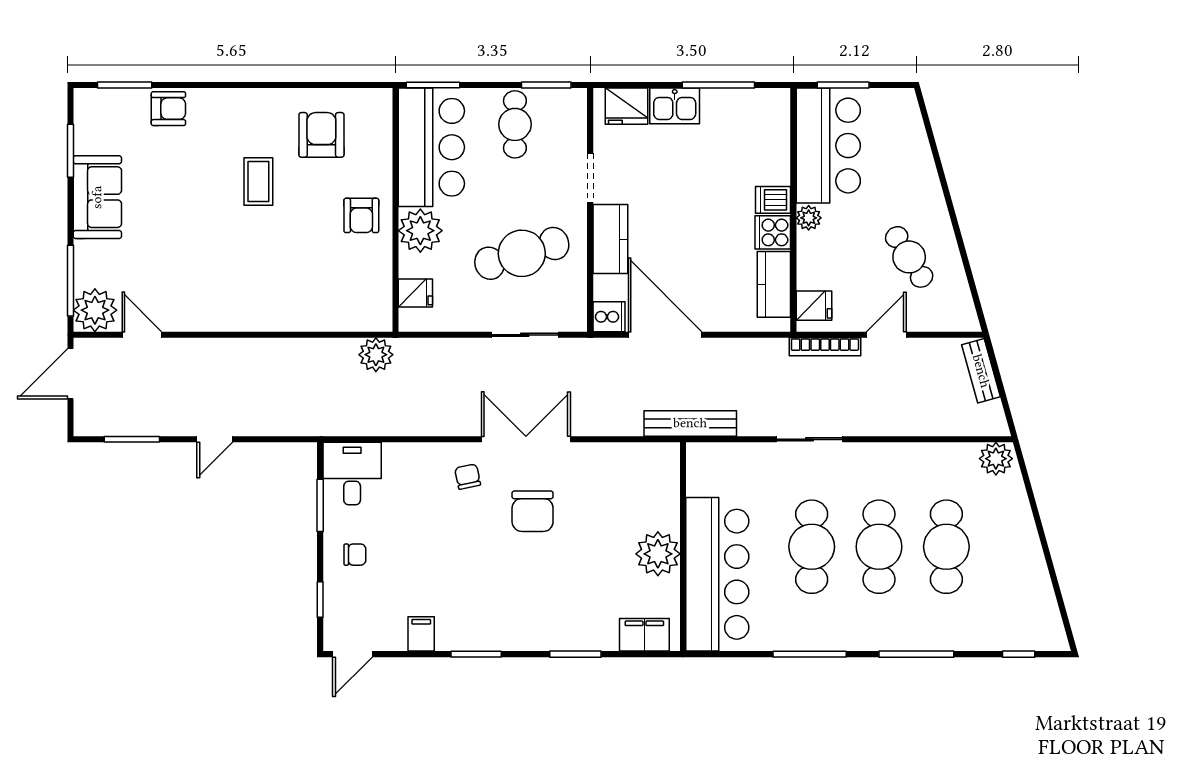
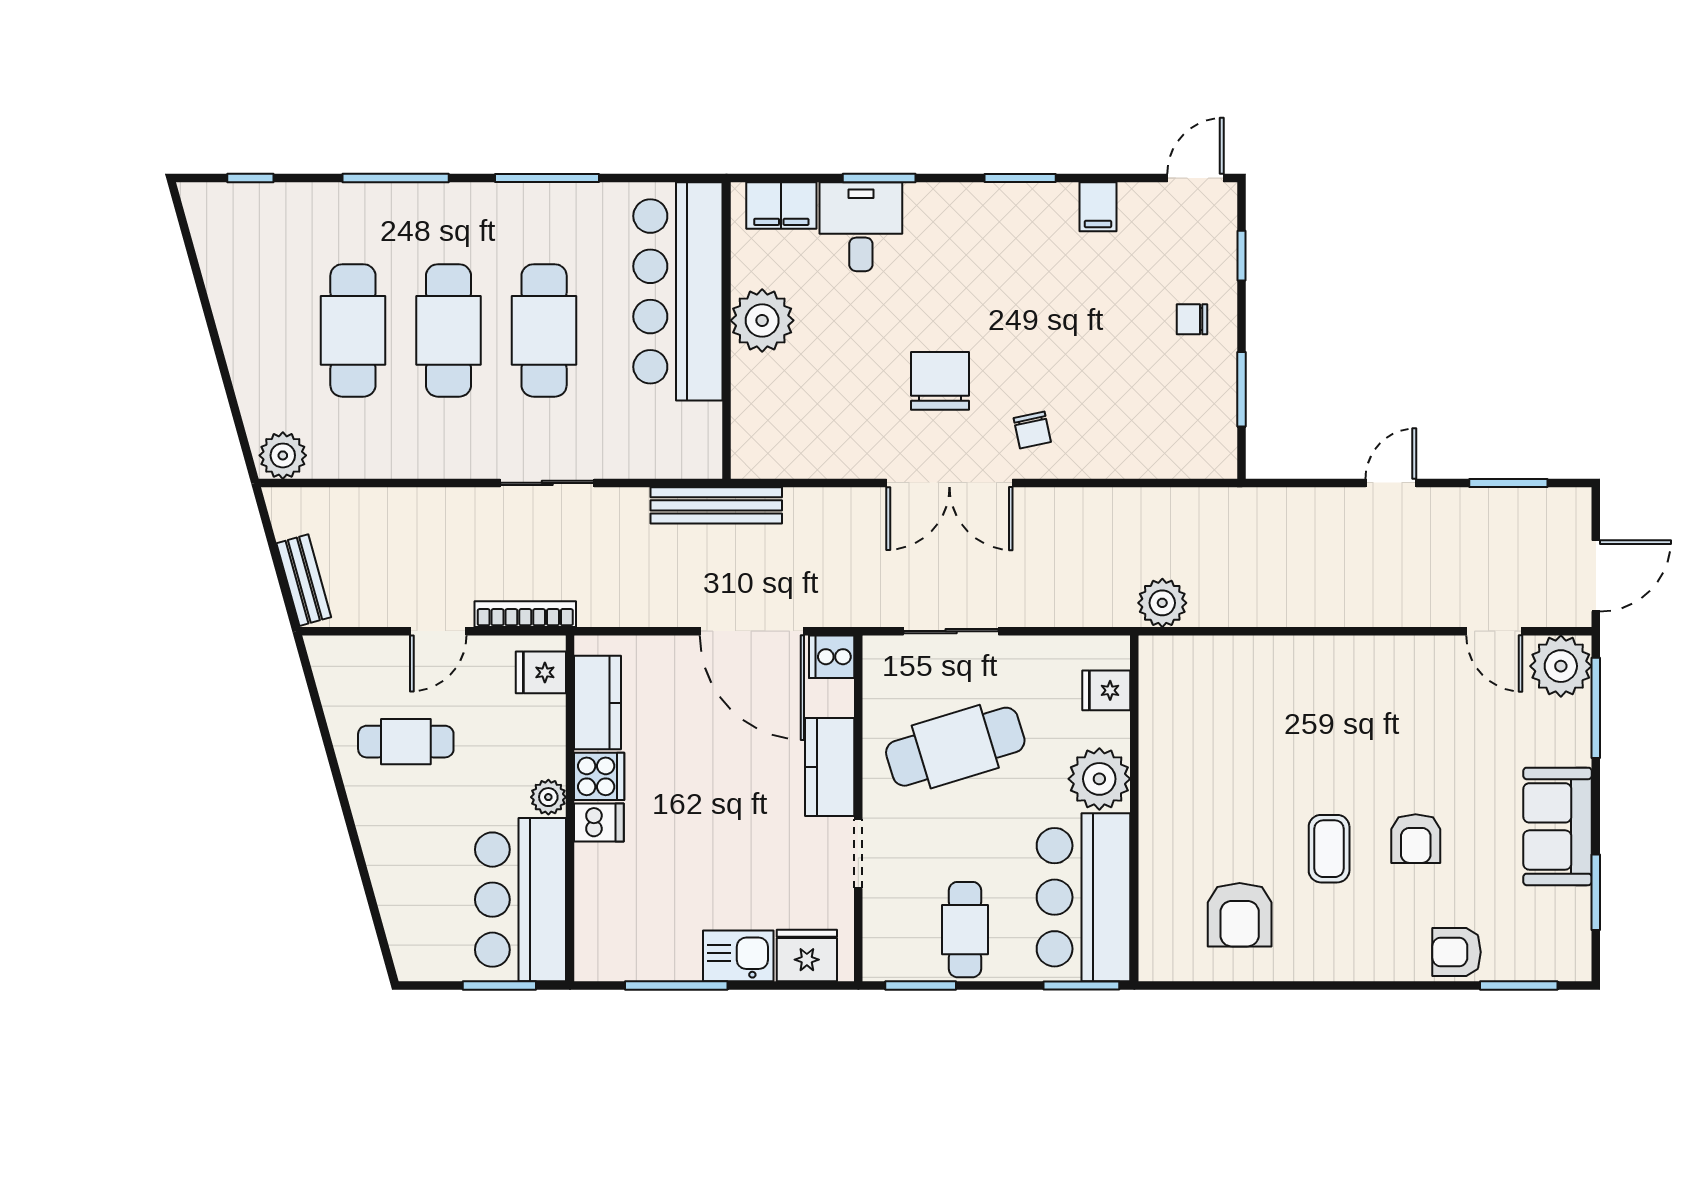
armchair: (361, 215) -> (1416, 839), moved, turned 180
cafe table: (909, 257) -> (406, 742), turned -58
desk: (352, 474) -> (861, 227), moved, turned 180

